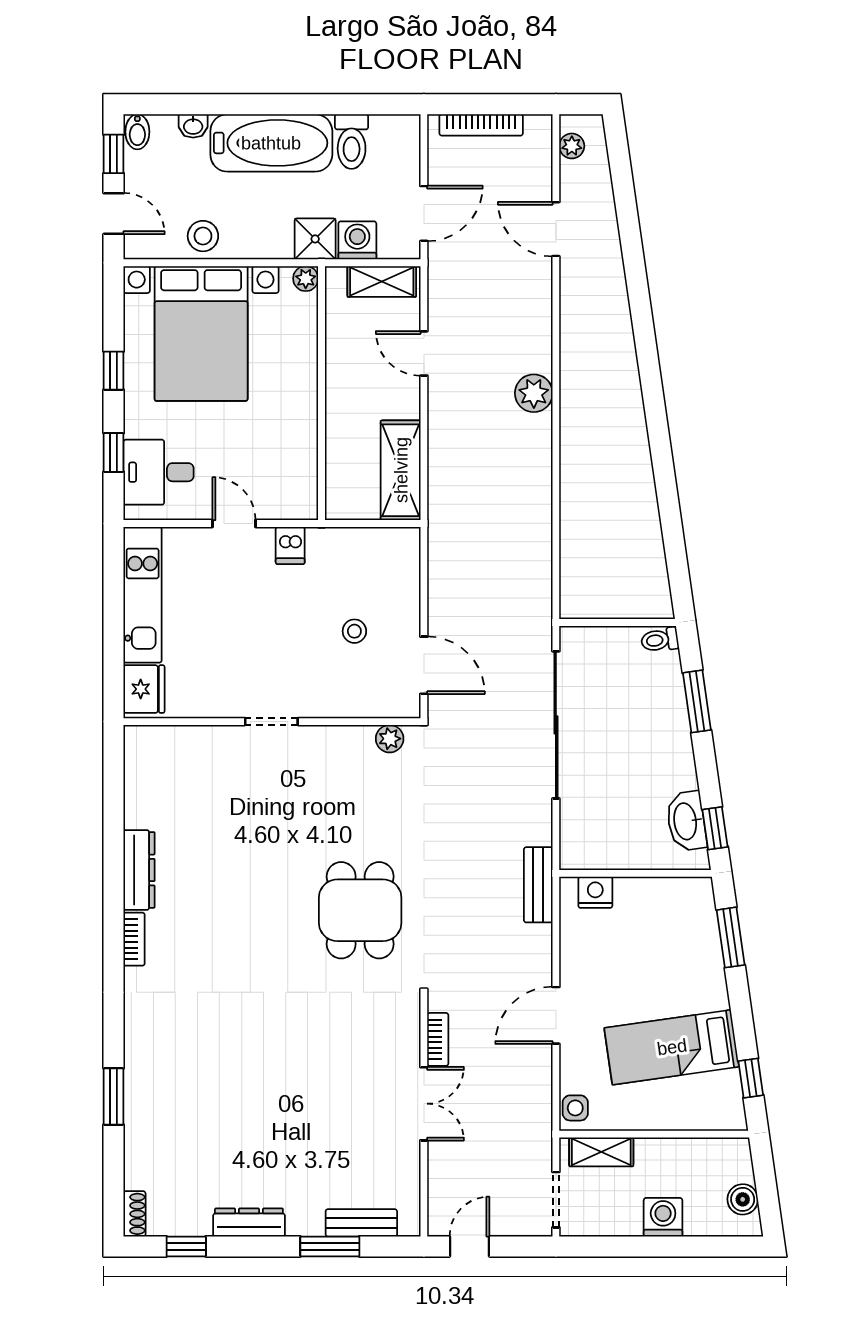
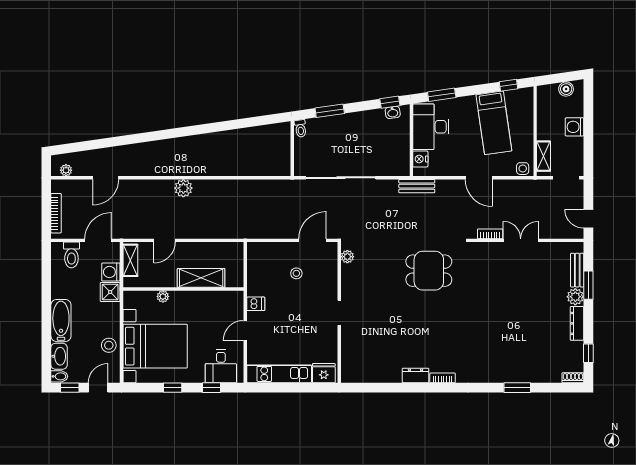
washbasin: (193, 126) -> (59, 356), width x1.91, depth x1.45
toilet: (352, 141) -> (71, 255), moved, turned 90
bathtub: (271, 143) -> (61, 321), width x0.73, depth x0.73
door: (424, 213) -> (98, 240), hinge flipped
plant: (306, 279) -> (163, 296), moved
shelving: (401, 470) -> (201, 278), moved
washbasin: (686, 821) -> (393, 112), width x0.52, depth x0.69
dresser: (139, 870) -> (415, 376), width x0.70
desk: (663, 915) -> (431, 127), added
plant: (305, 1219) -> (575, 297), added

